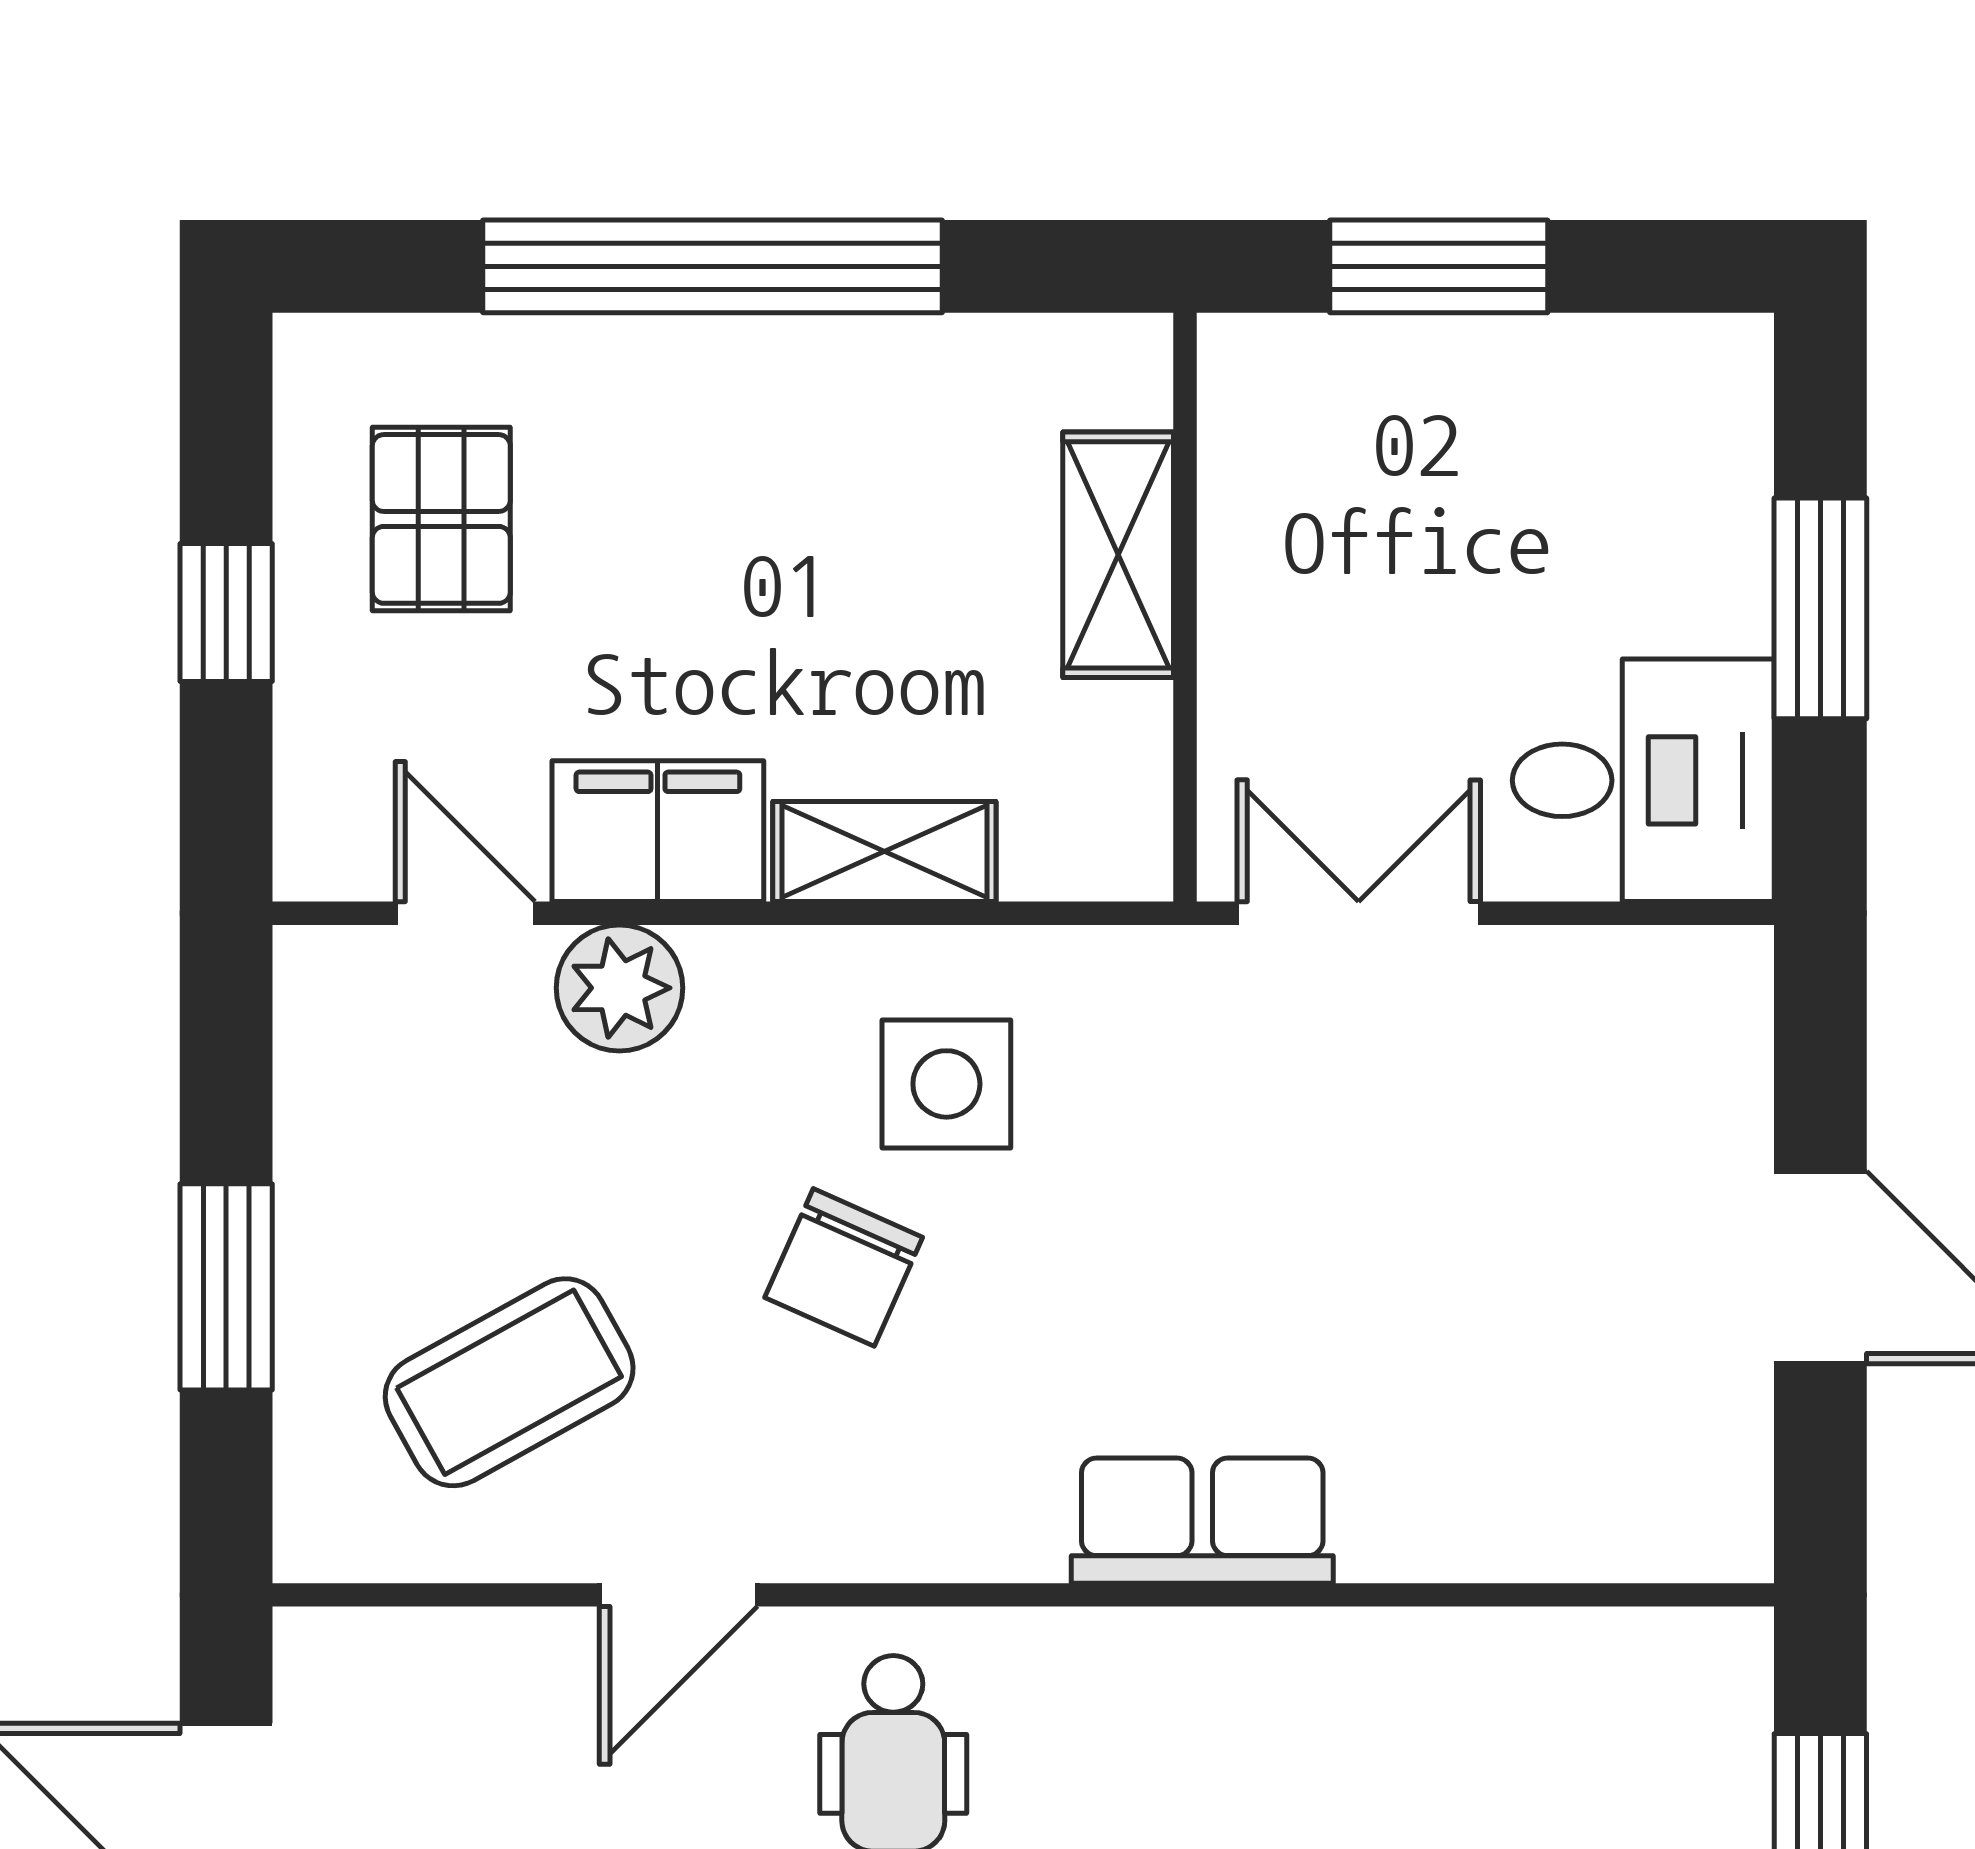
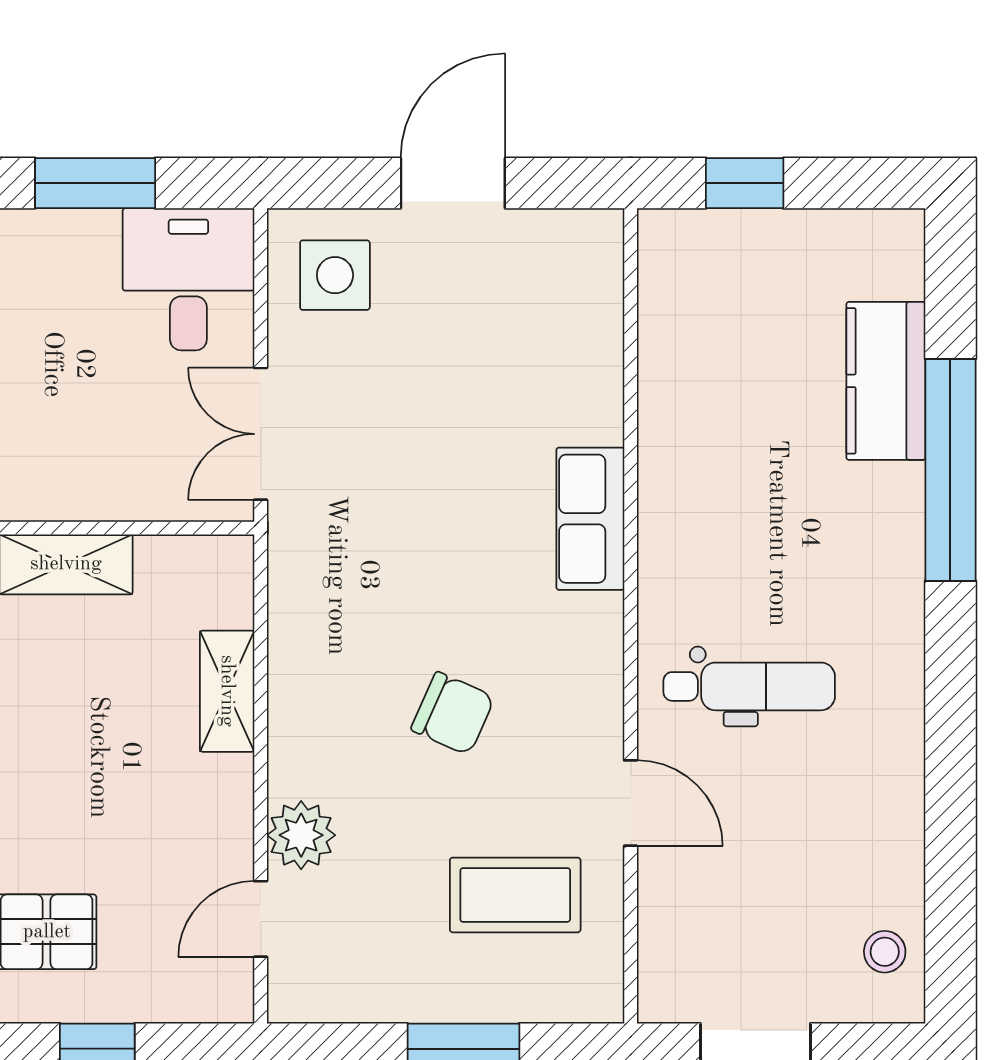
filing cabinet: (658, 831) -> (216, 814), removed
side table: (946, 1084) -> (335, 275), moved
coffee table: (509, 1382) -> (515, 895), turned -61

